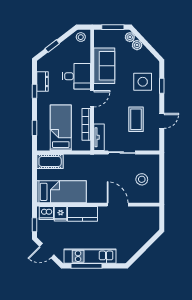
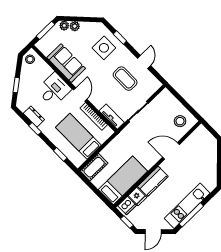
stool: (142, 179) -> (180, 121), moved

